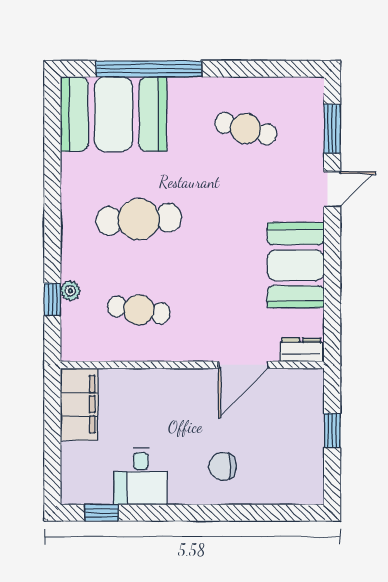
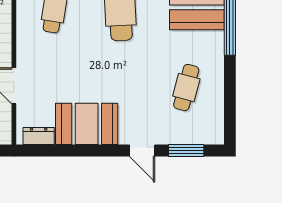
dresser: (301, 350) -> (39, 136), moved, turned -90

